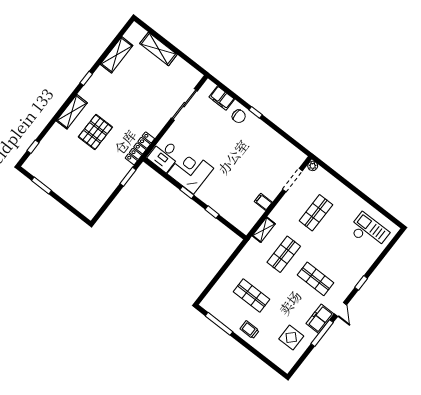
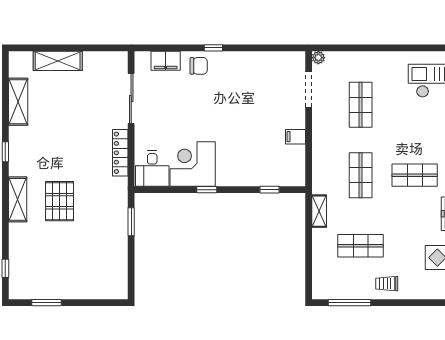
locker: (140, 148) -> (120, 153), moved
window: (212, 212) -> (269, 190), moved
shelving: (264, 230) -> (319, 211), moved

